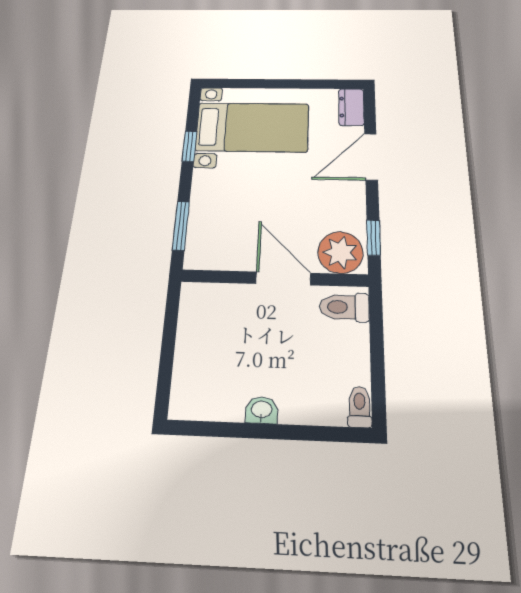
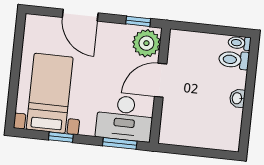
dresser: (351, 107) -> (40, 23), removed
desk: (220, 230) -> (125, 118), added
toilet: (344, 307) -> (234, 60), moved, turned 90

